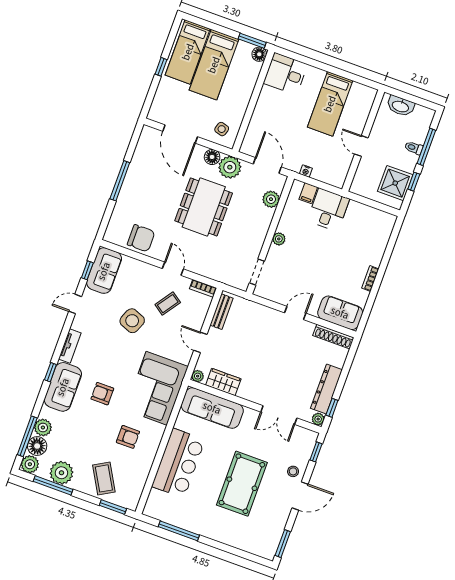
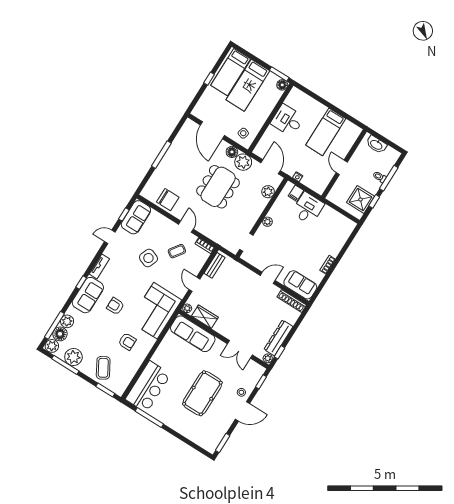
desk: (286, 74) -> (287, 120), moved
bar counter: (178, 463) -> (148, 387), moved

